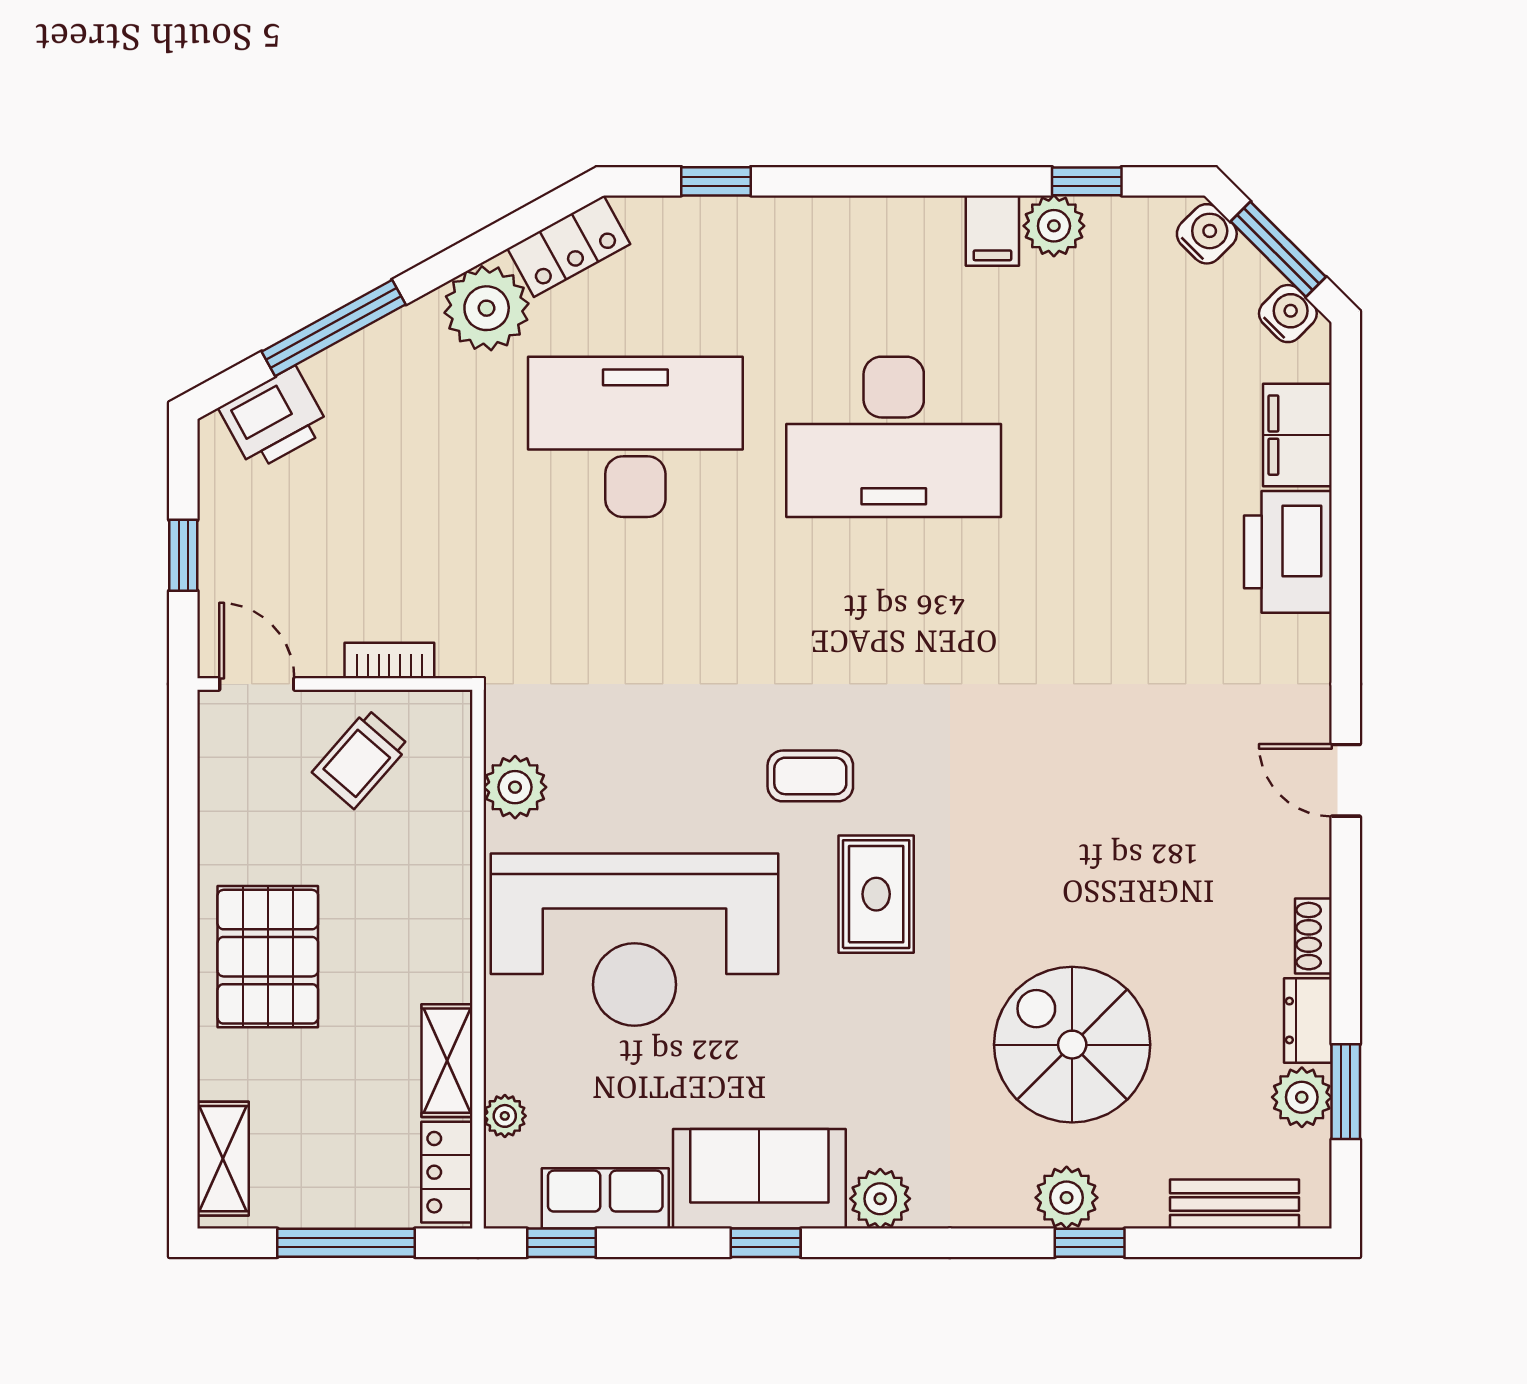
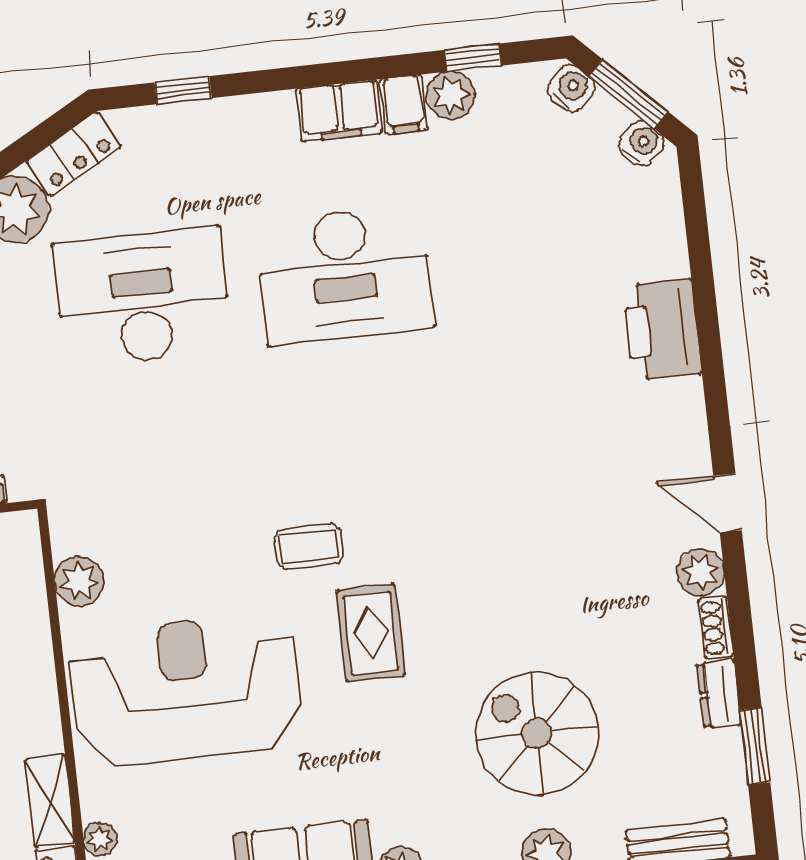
filing cabinet: (1297, 435) -> (339, 111), moved, turned -90
reception desk: (634, 940) -> (186, 690), turned 180
plant: (1302, 1097) -> (701, 572), moved

